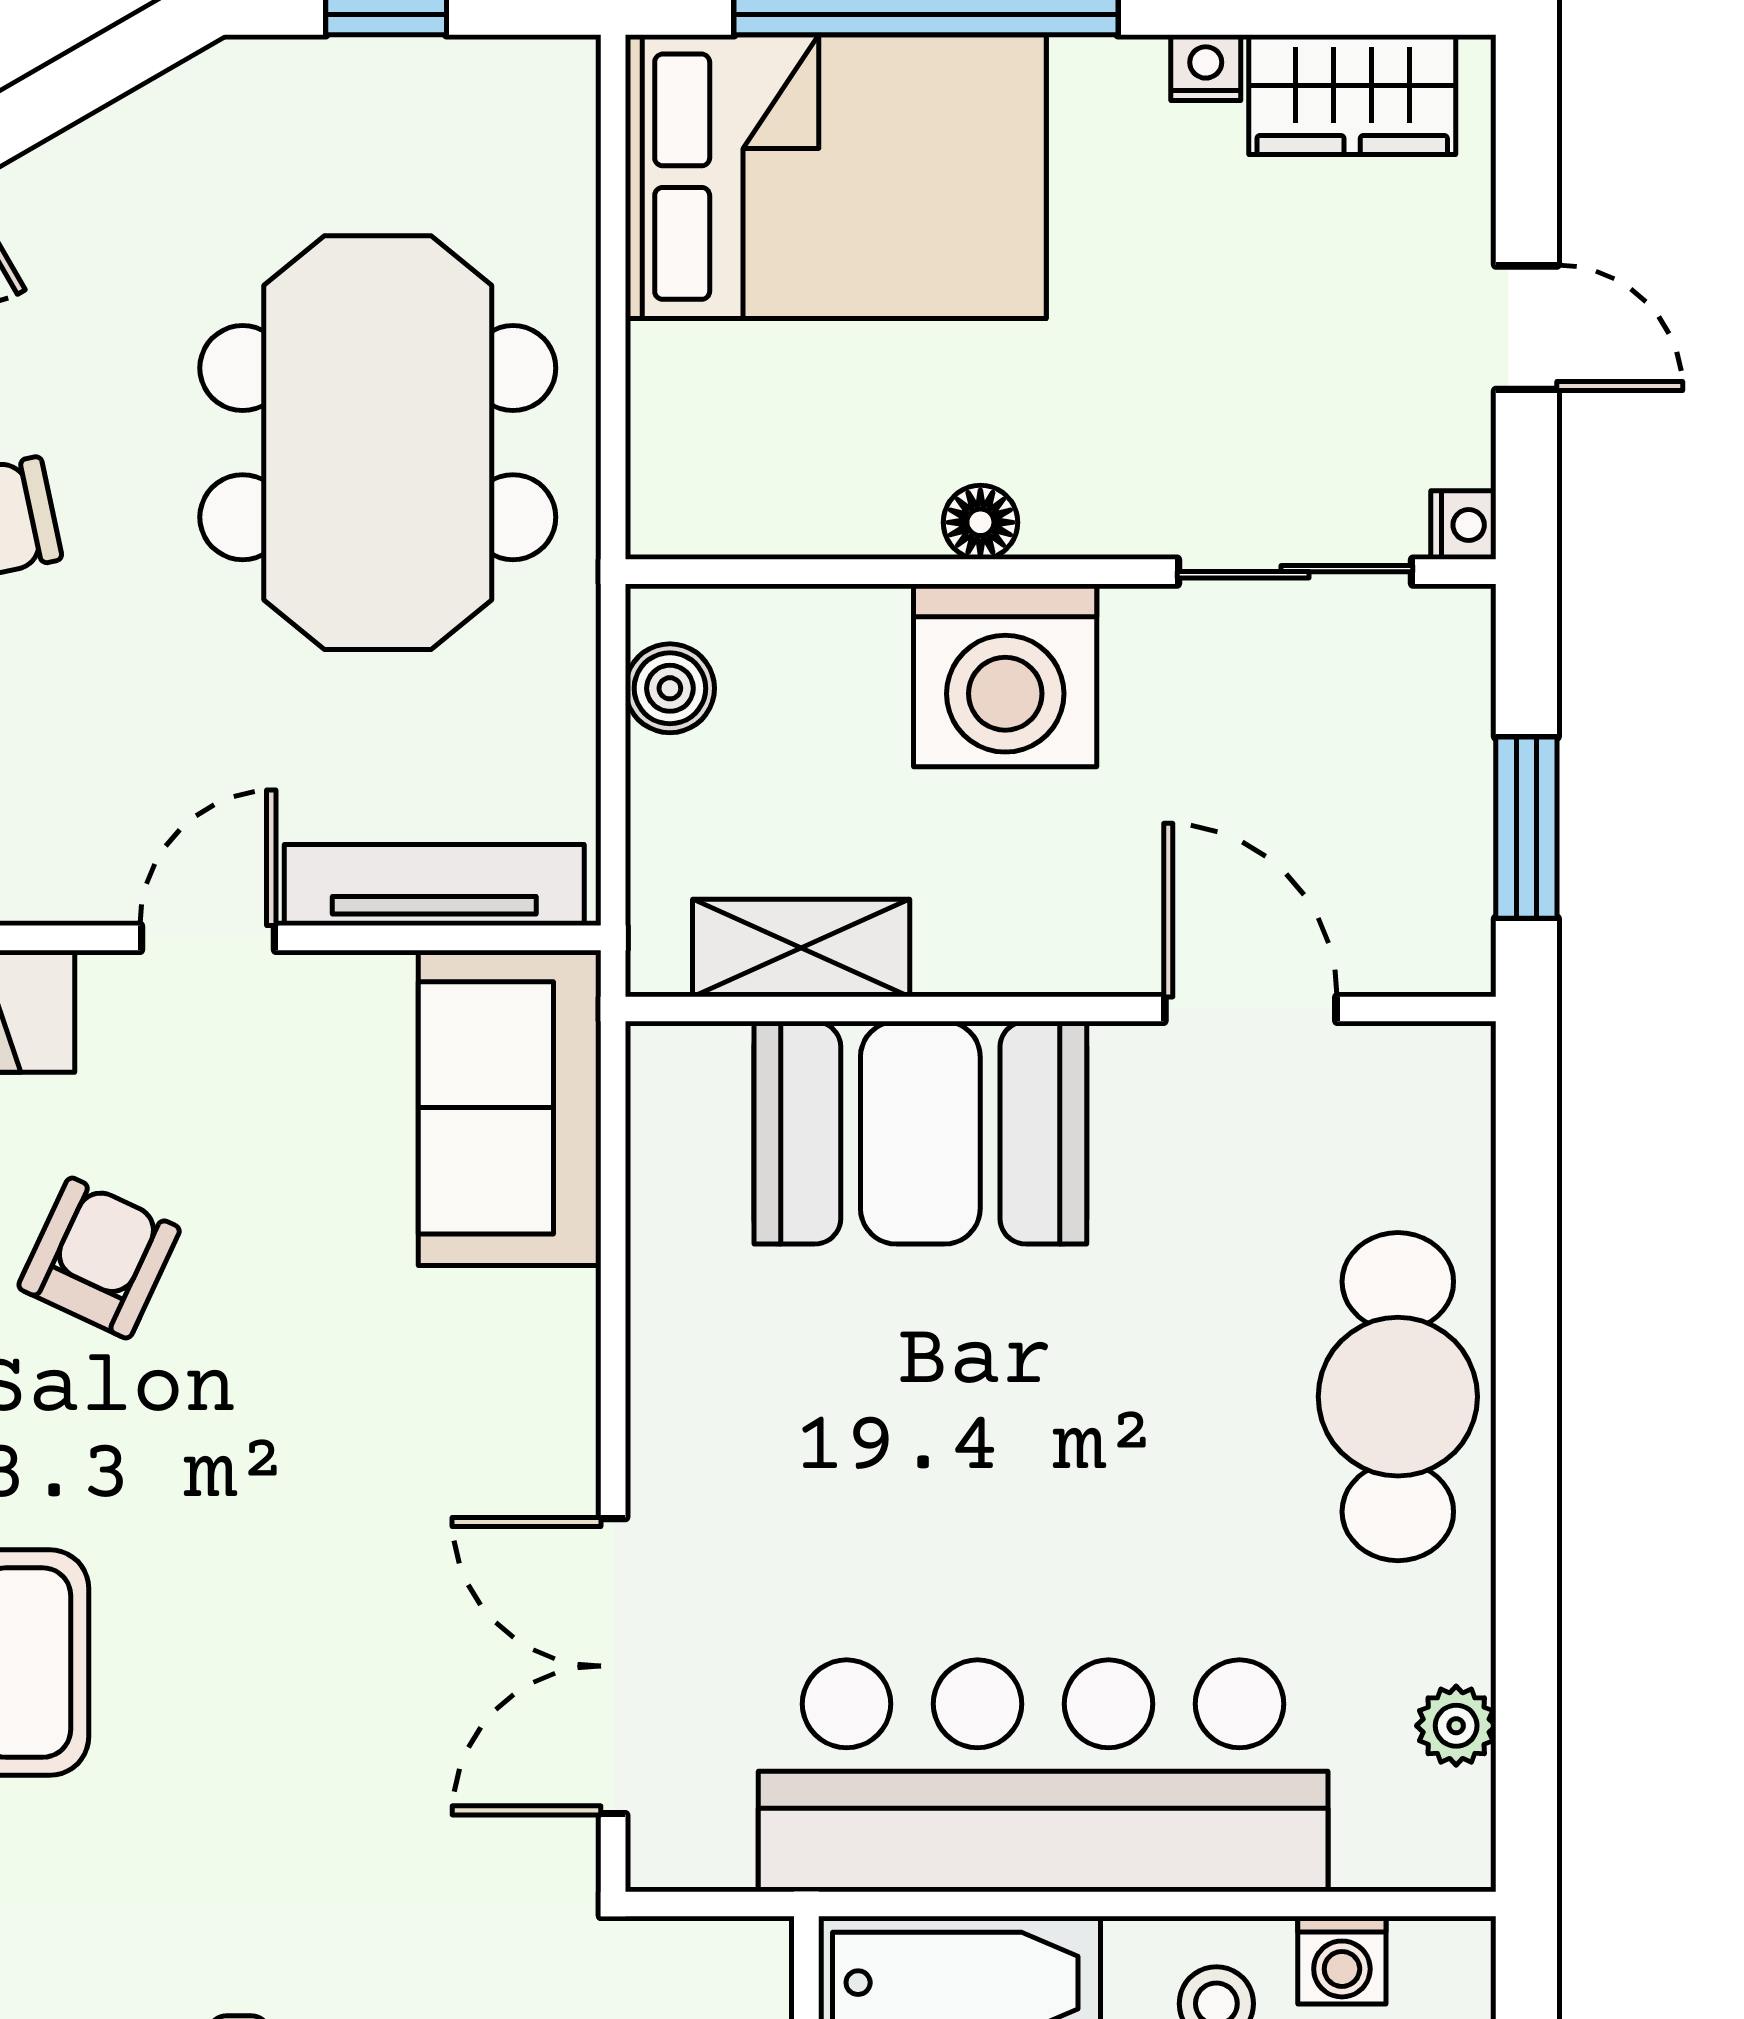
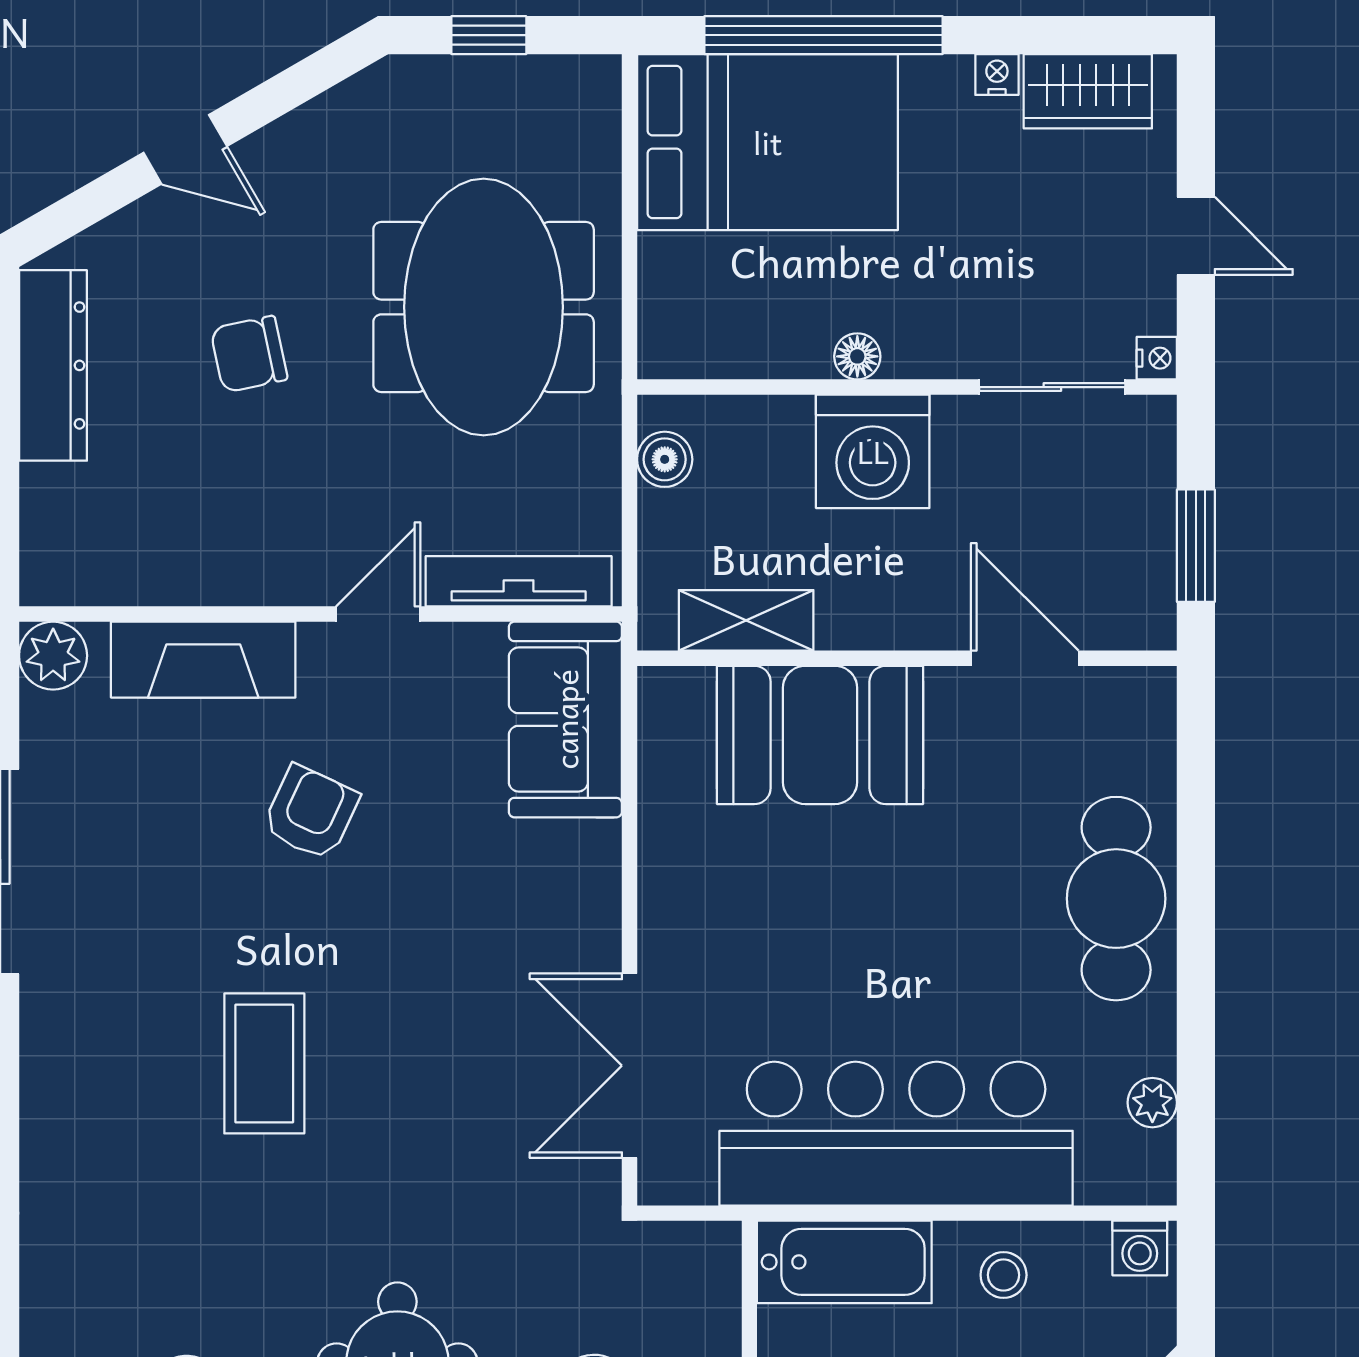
washing machine: (1342, 1960) -> (1140, 1248), moved

